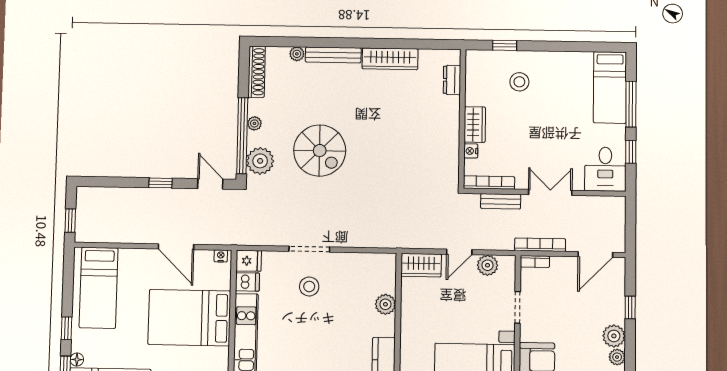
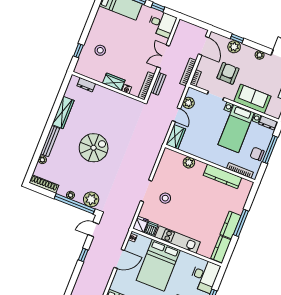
spiral stairs: (320, 151) -> (94, 148), moved
armchair: (564, 314) -> (228, 73), added
plant: (614, 336) -> (234, 47), moved

